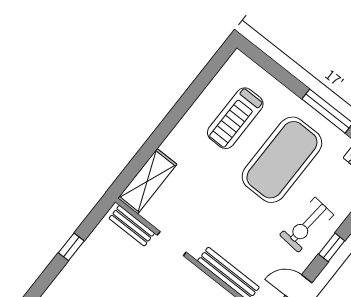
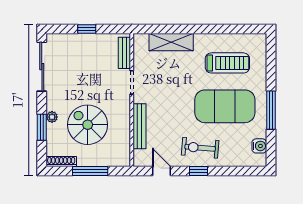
treadmill: (235, 118) -> (227, 63), turned 180
shelving: (147, 181) -> (171, 42), moved

